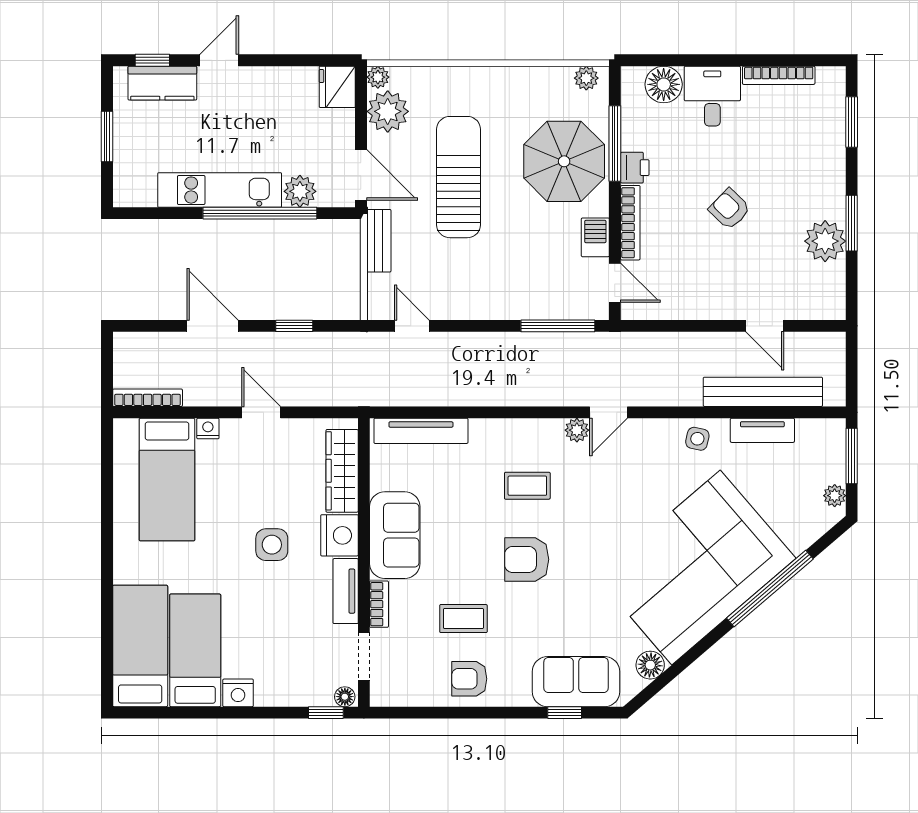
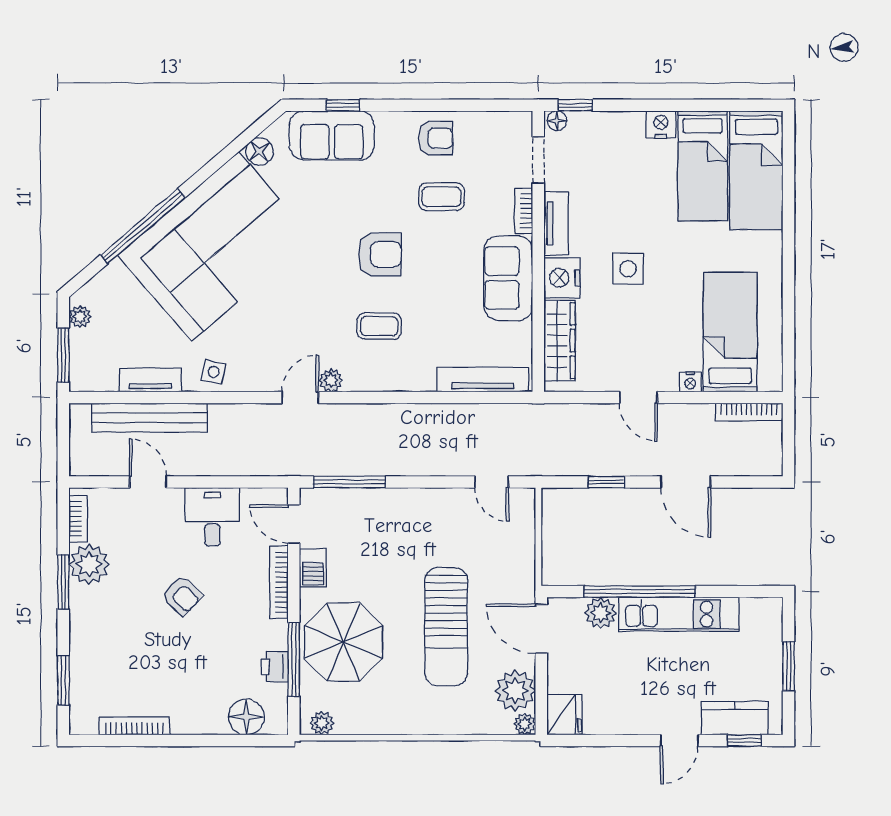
desk: (712, 96) -> (212, 517), moved, turned 180
printer: (635, 168) -> (275, 667), moved
bench: (379, 241) -> (524, 565), removed
bookcase: (836, 288) -> (78, 519), added

